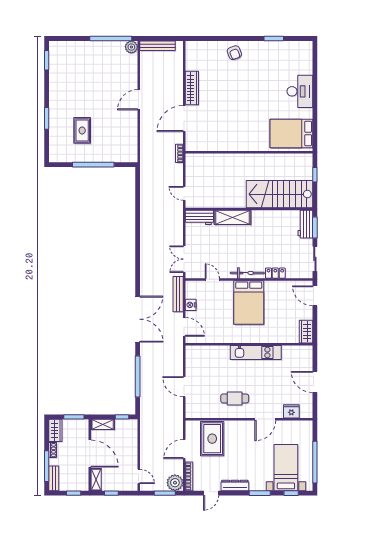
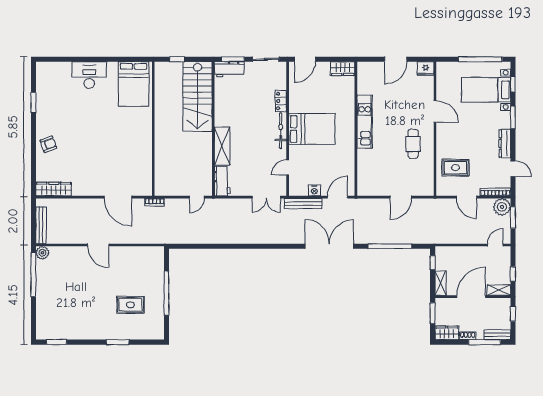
wardrobe: (192, 88) -> (54, 189), moved
fridge: (291, 411) -> (426, 69), moved, turned -90
rug: (212, 439) -> (455, 168), width x0.73, depth x0.70

